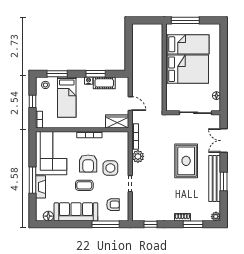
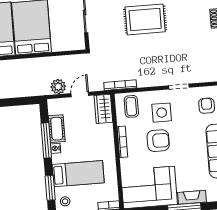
window: (96, 74) -> (46, 140), width x1.44
plant: (138, 156) -> (58, 87), moved
coffee table: (84, 185) -> (131, 106), moved

